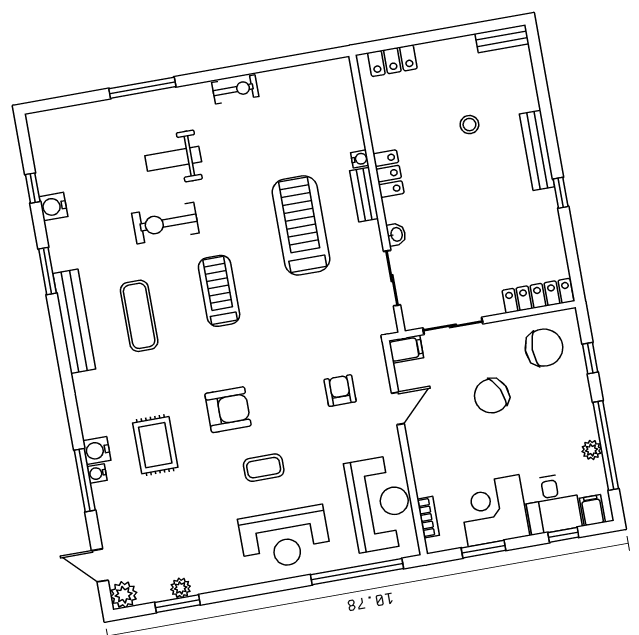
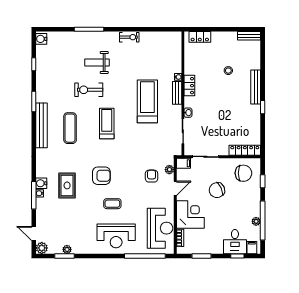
water cooler: (53, 207) -> (41, 39), moved
plant: (377, 369) -> (169, 170), added
corner desk: (494, 511) -> (190, 215), moved, turned 90

